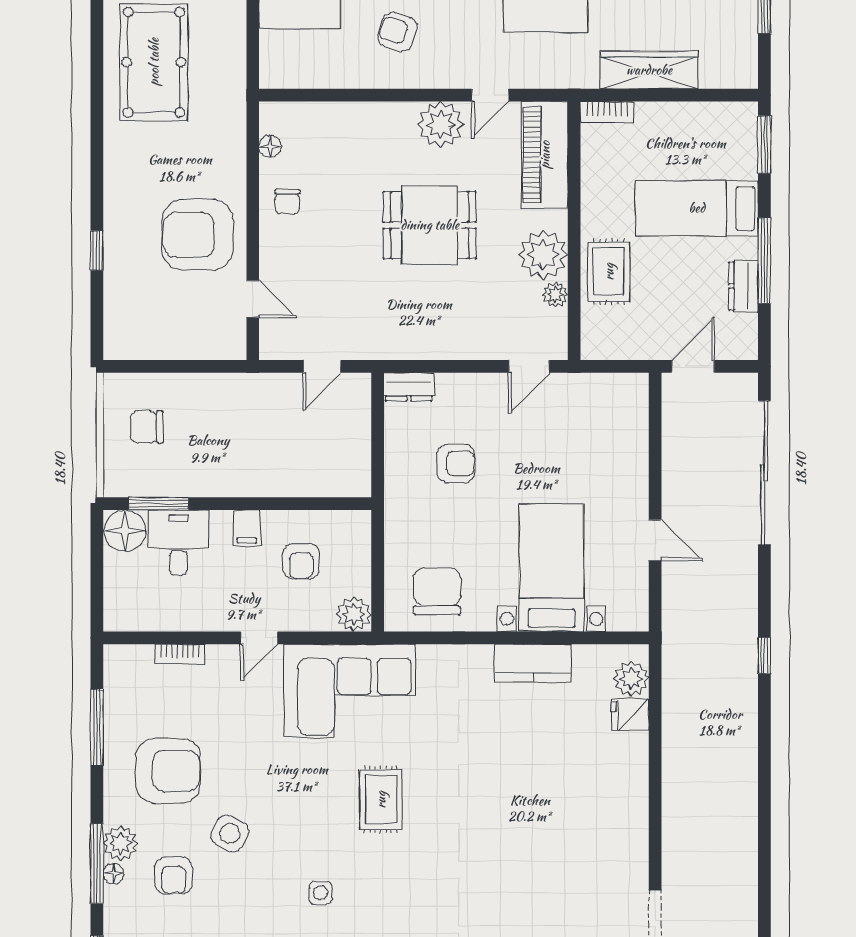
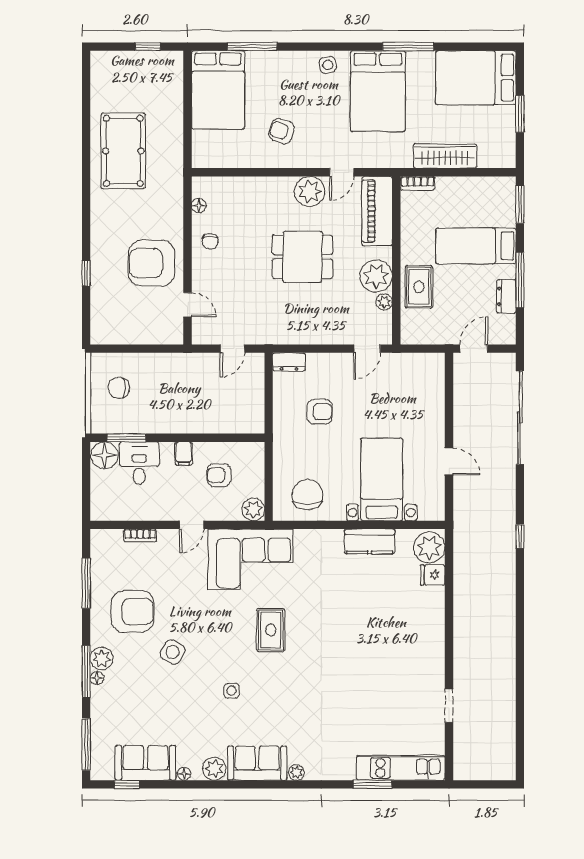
armchair: (301, 561) -> (219, 475), turned 90
plant: (631, 679) -> (429, 547), width x1.36, depth x1.36
armchair: (173, 875) -> (136, 679), removed

